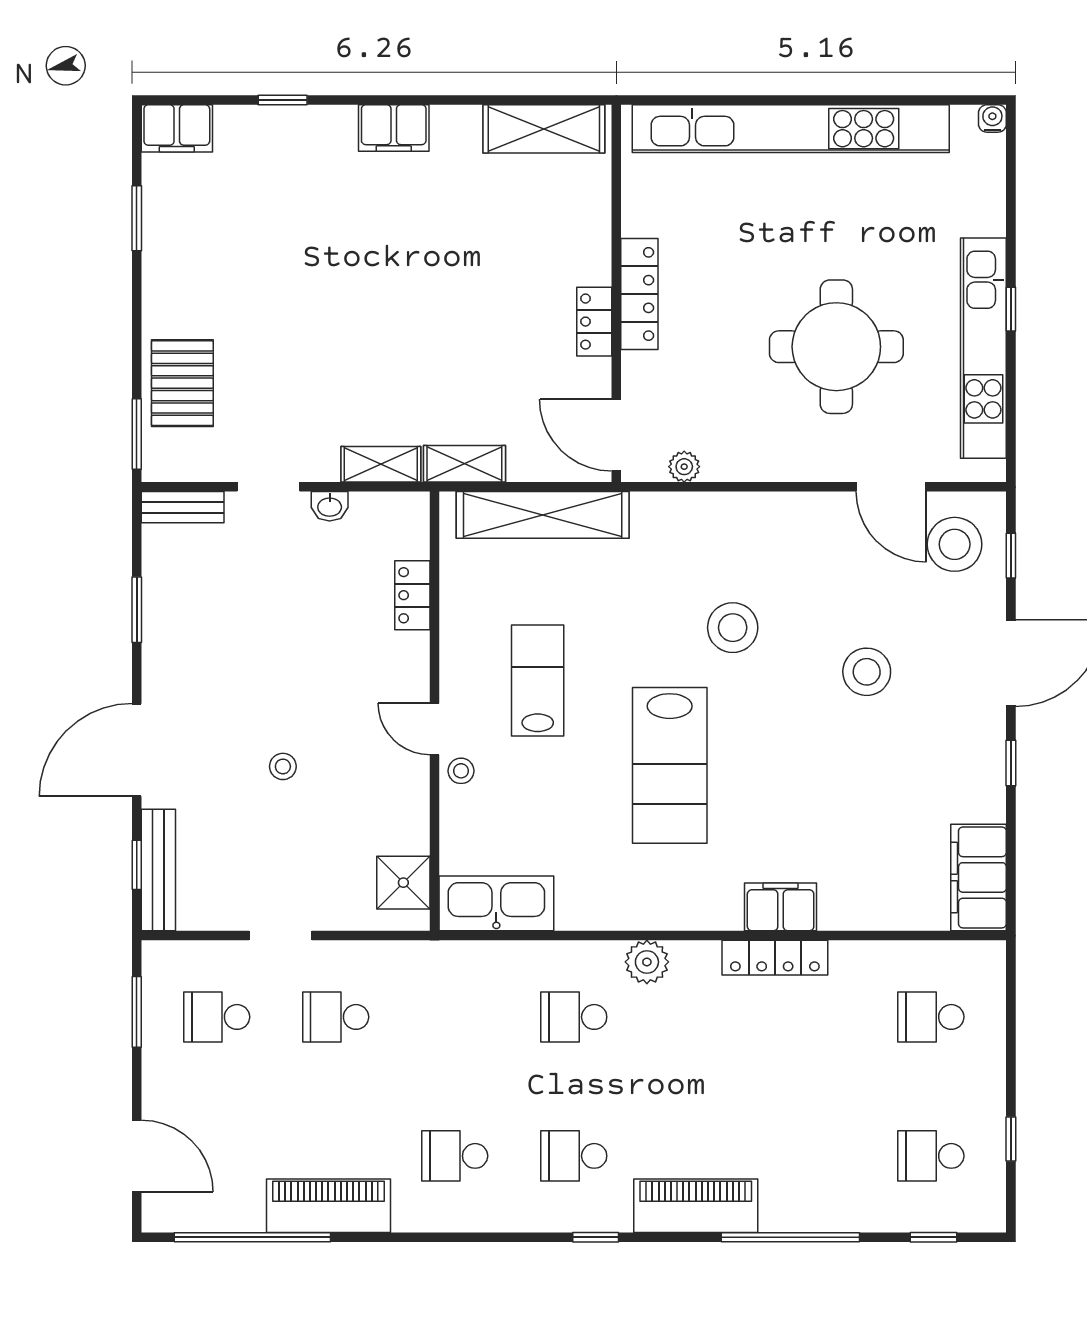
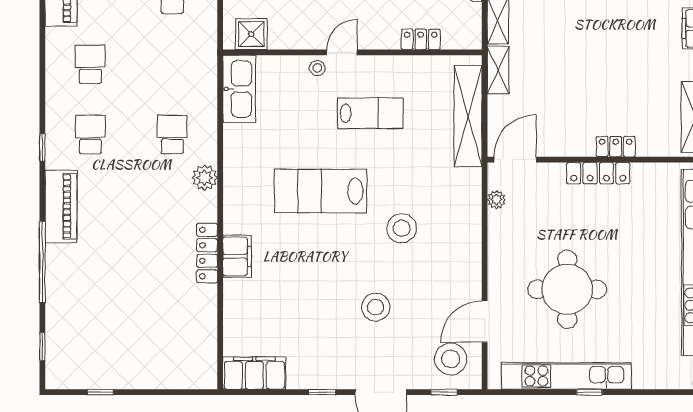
locker: (594, 322) -> (616, 147), moved
school desk: (931, 1017) -> (172, 345), removed
school desk: (931, 1156) -> (90, 345), removed

